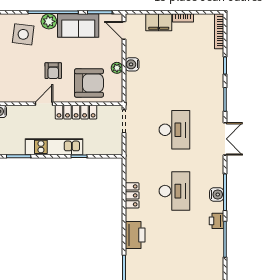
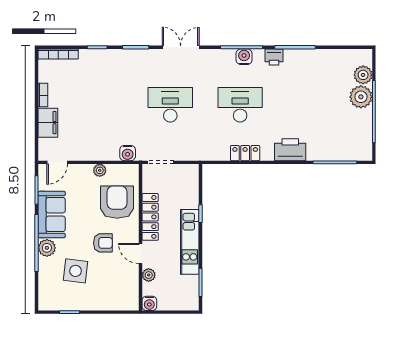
side table: (23, 34) -> (76, 271), moved
water cooler: (132, 64) -> (128, 153), moved
plant: (25, 111) -> (149, 275), added

